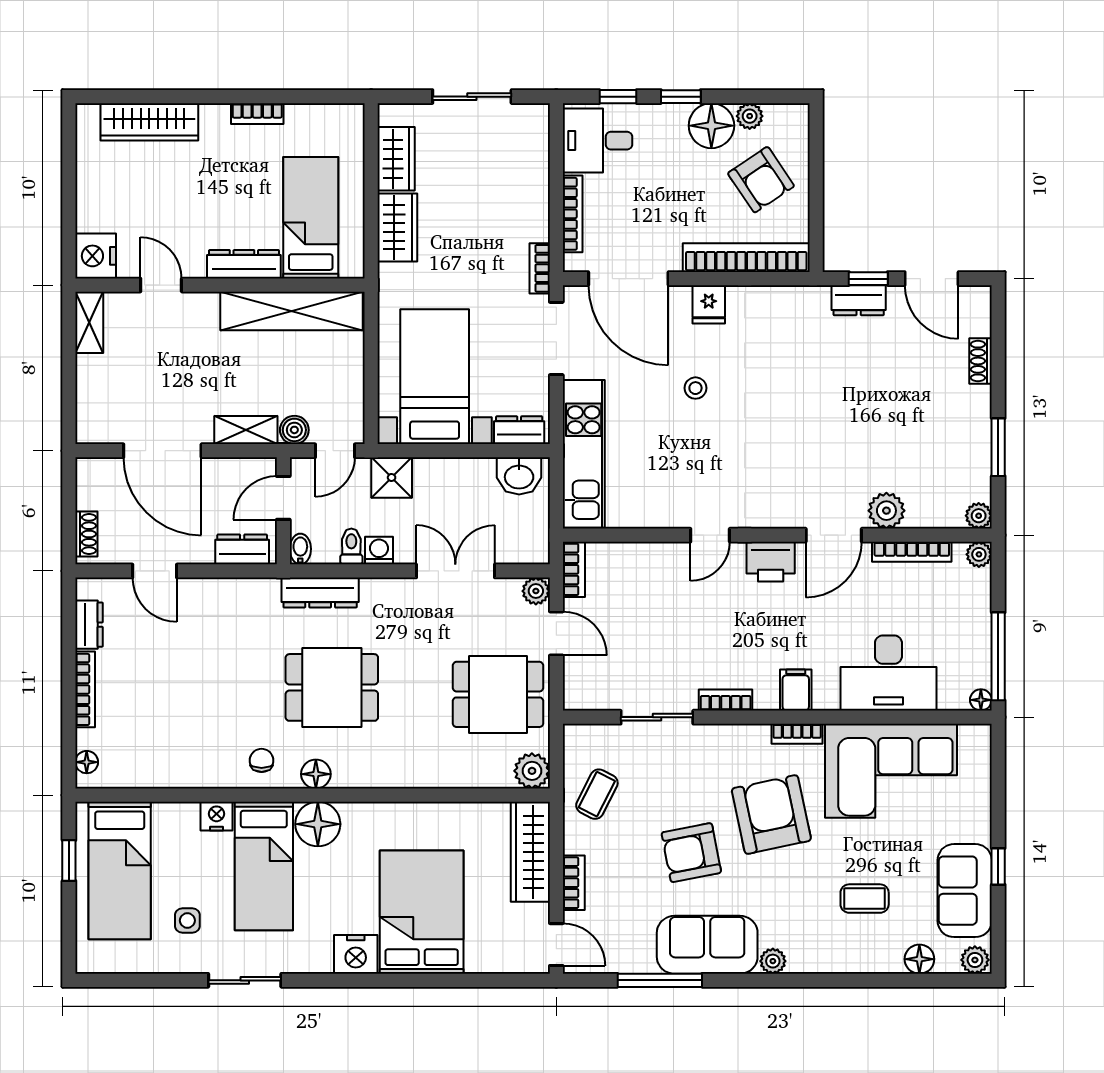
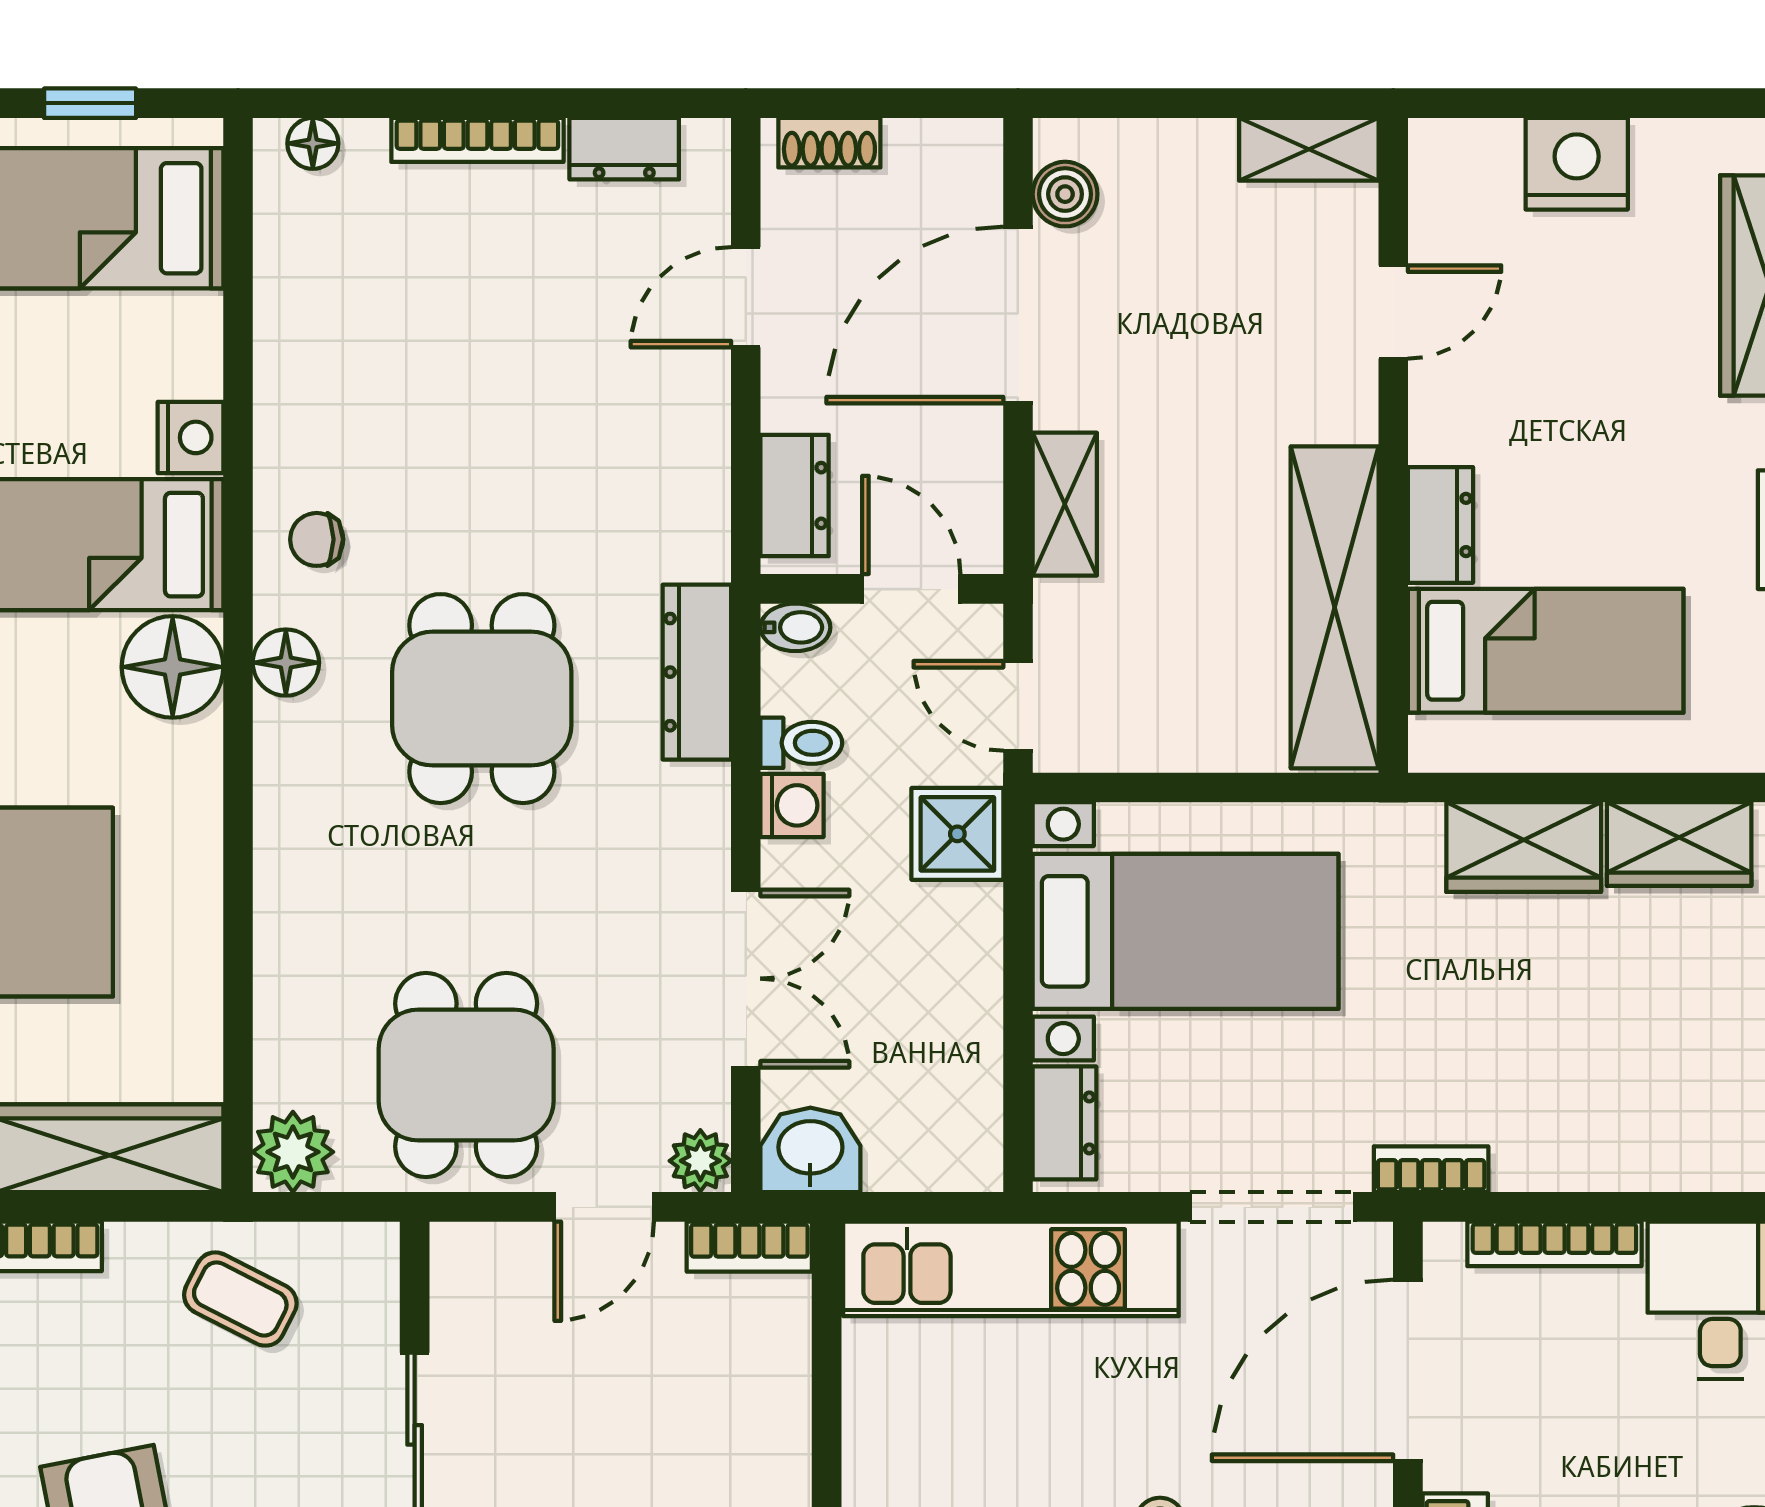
nightstand: (96, 256) -> (1577, 164), moved
dresser: (244, 264) -> (1441, 525), width x0.70
boiler: (294, 430) -> (1065, 194), moved
washbasin: (519, 476) -> (810, 1150), moved, turned 90
chair: (262, 760) -> (317, 539), turned 180

